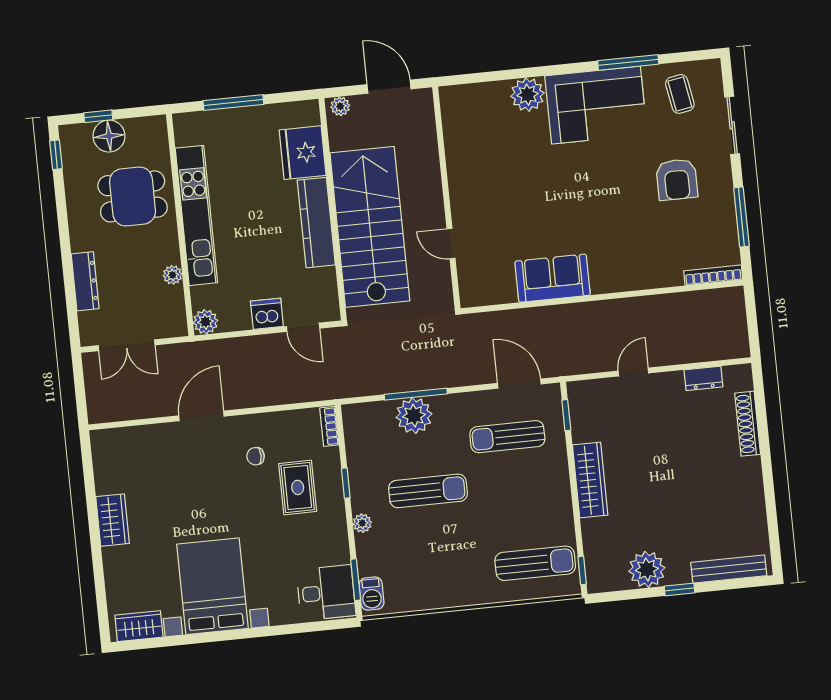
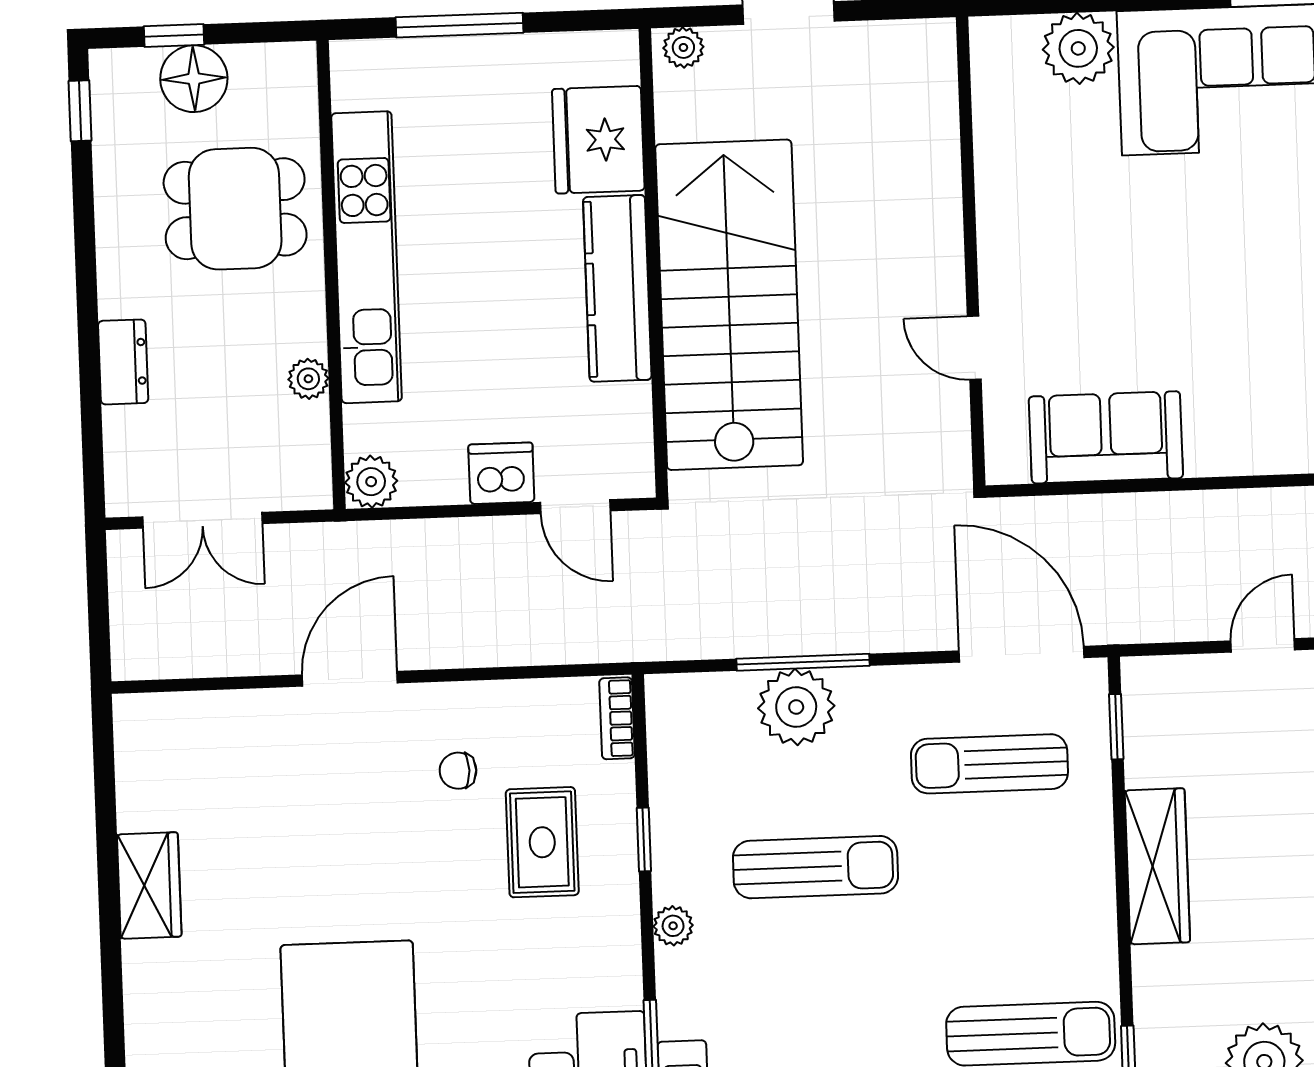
wall: (446, 198) -> (971, 251), moved
door: (451, 244) -> (974, 348), moved
dresser: (85, 281) -> (123, 362), width x0.70
door: (519, 384) -> (1022, 654), width x1.36

